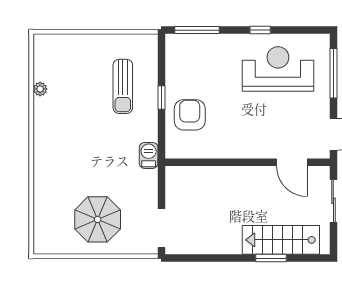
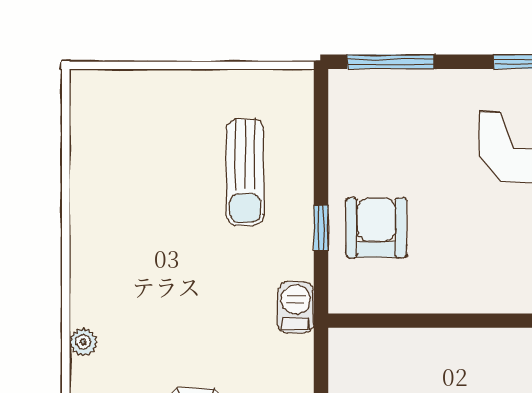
plant: (40, 89) -> (83, 342), moved
window: (162, 97) -> (321, 228), moved

